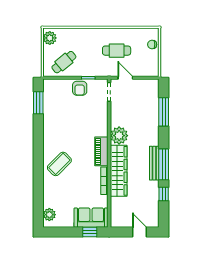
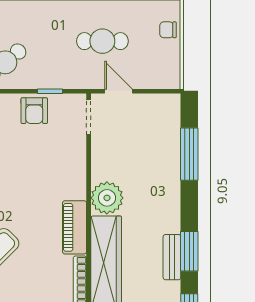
bench: (154, 163) -> (172, 257), width x0.73
window: (164, 164) -> (189, 251), width x0.69

